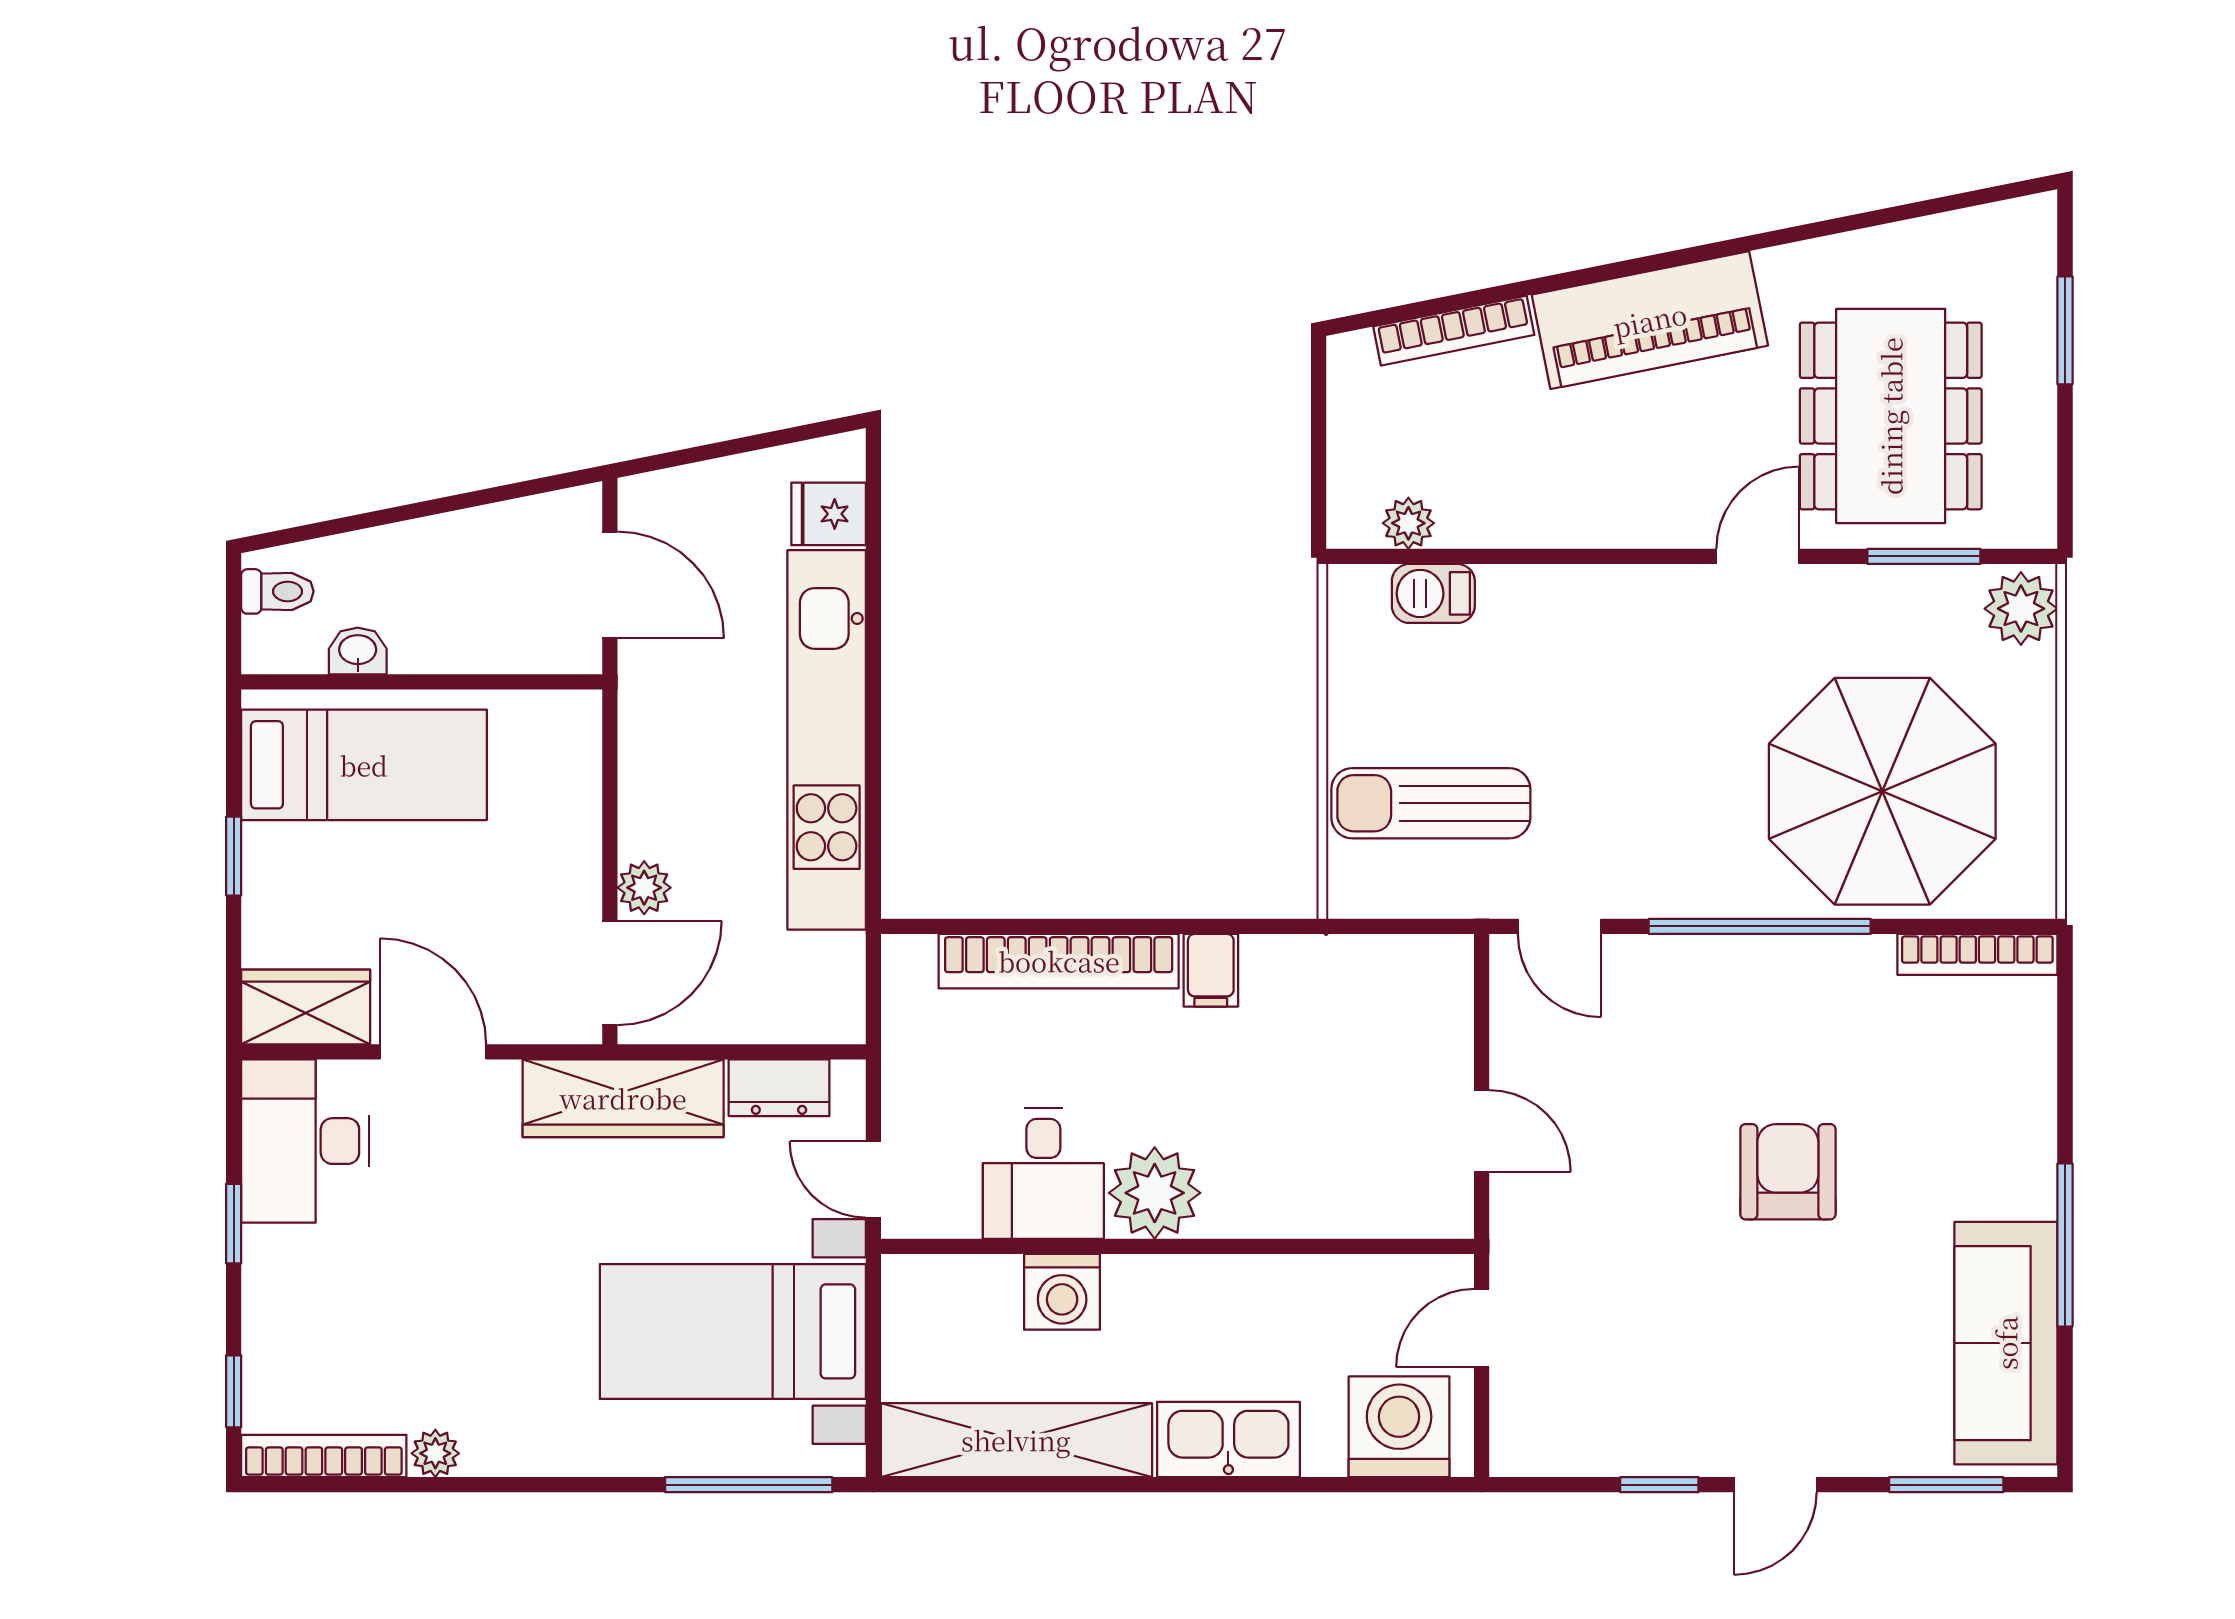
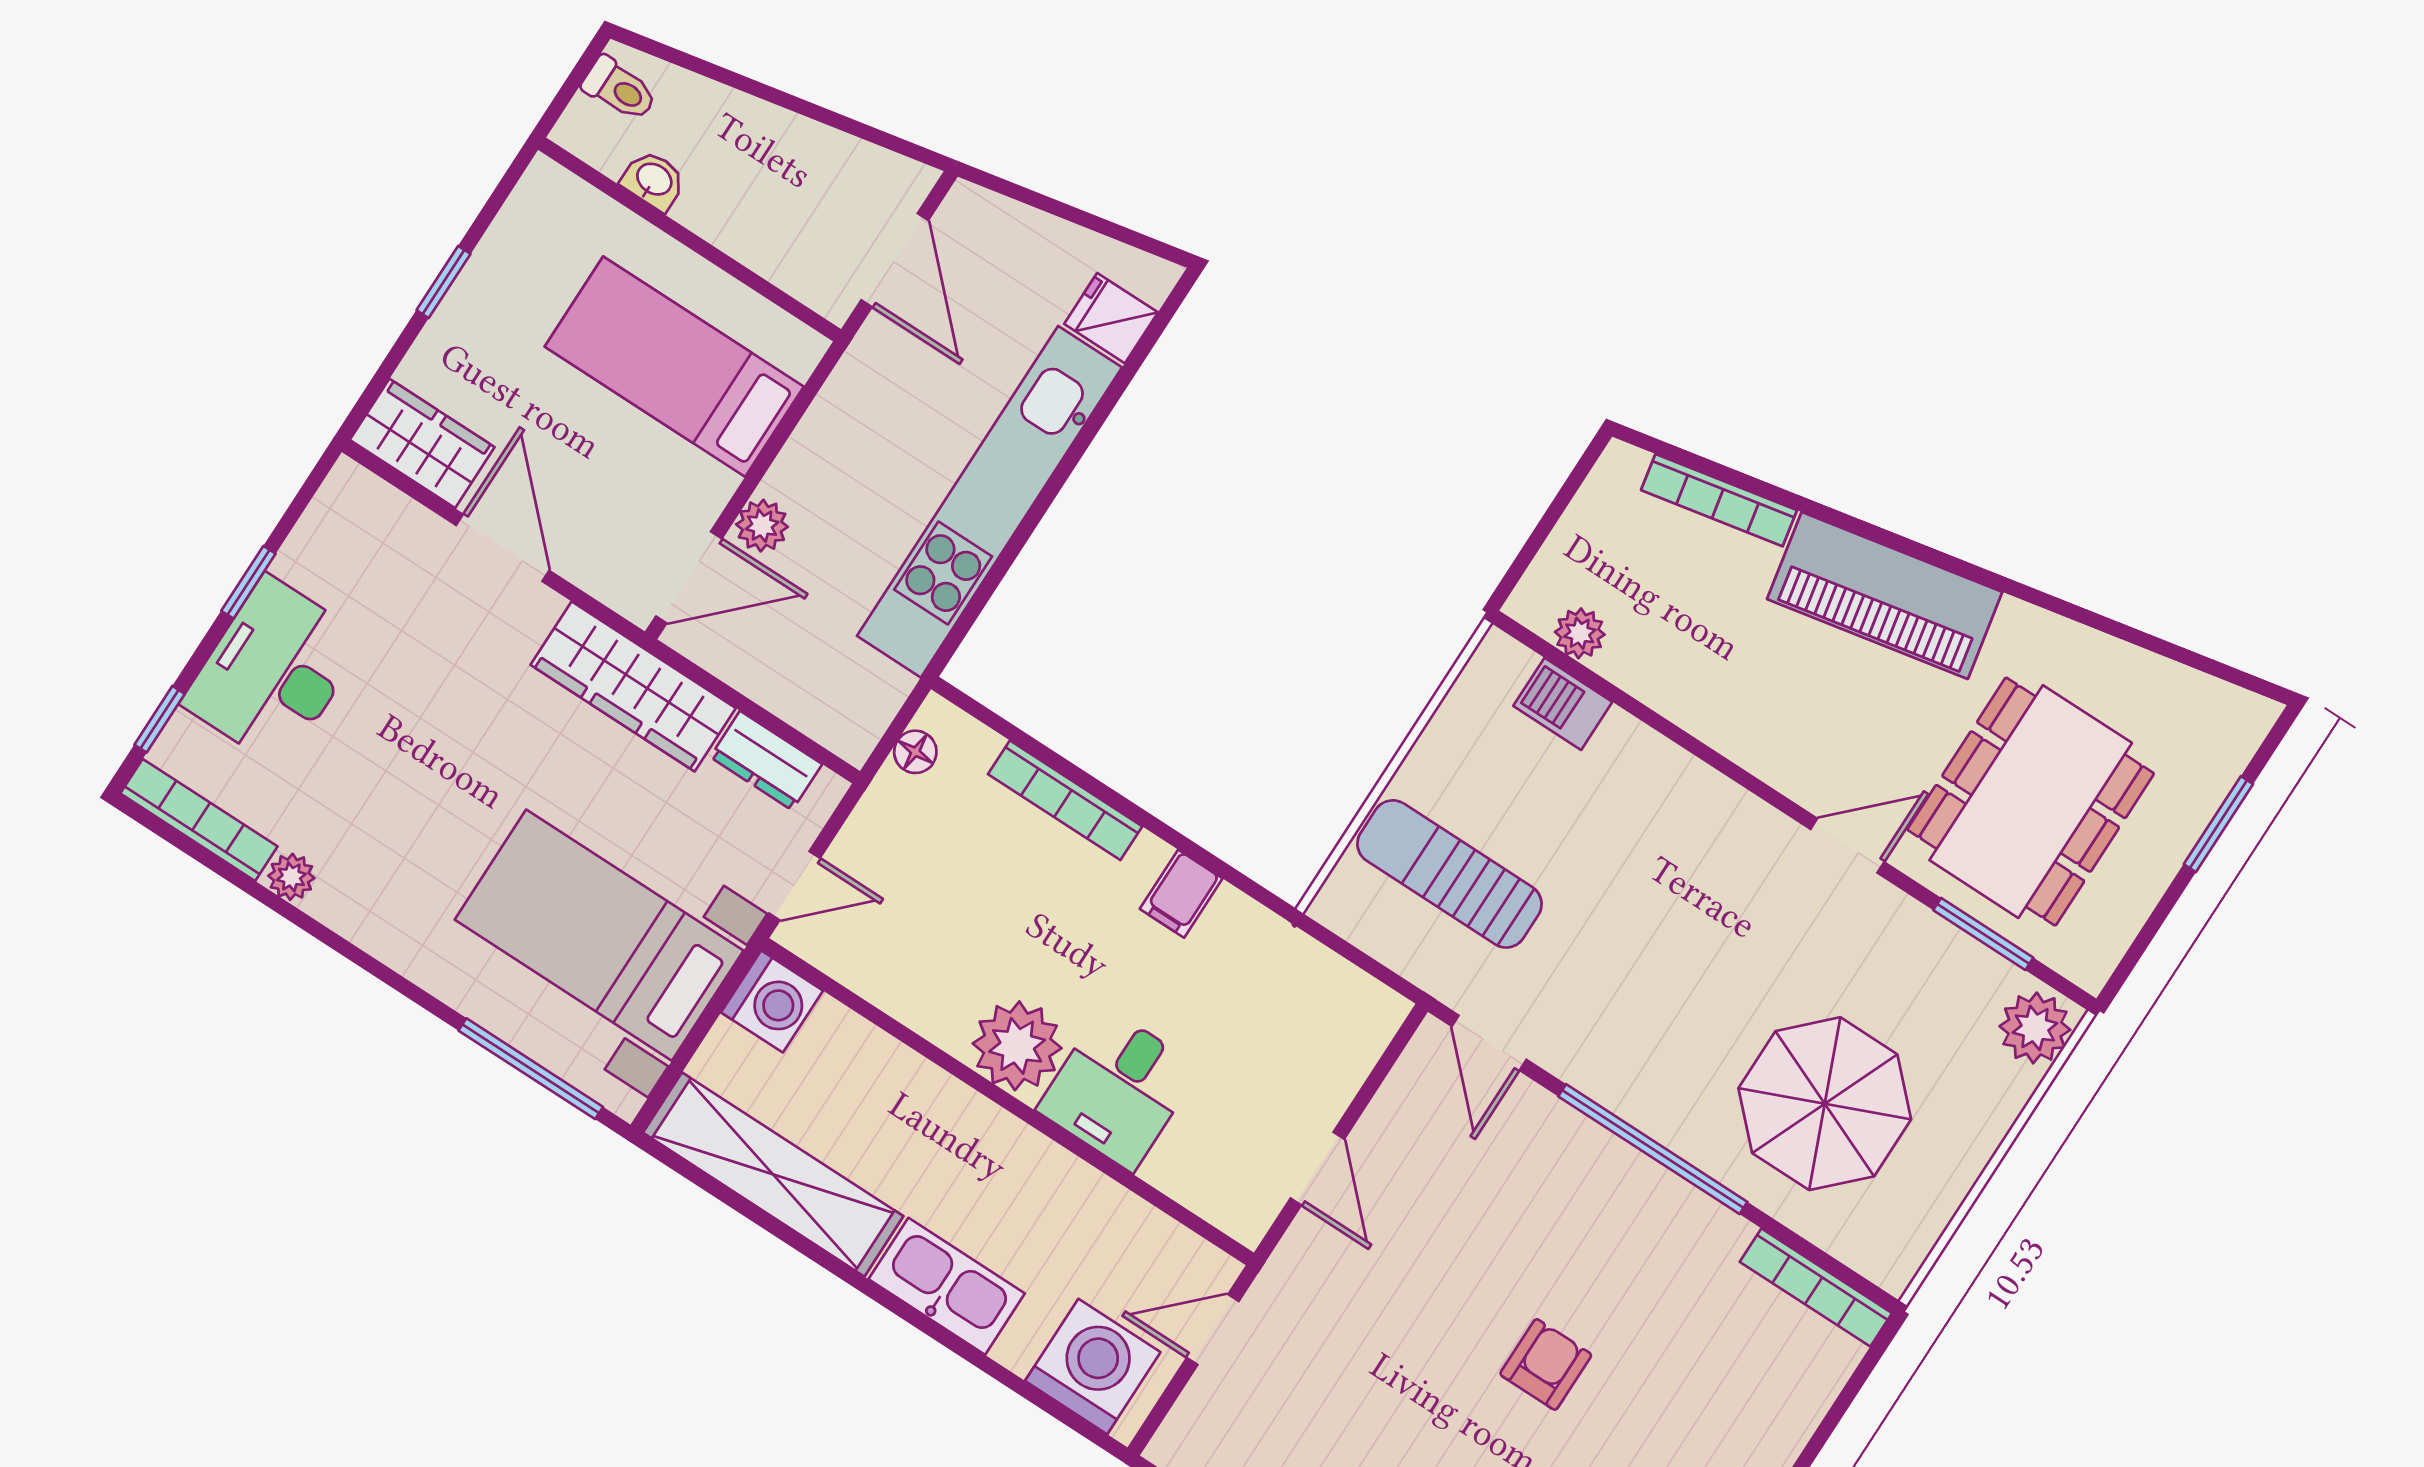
bed: (364, 765) -> (674, 367), moved, turned 180
parasol: (1882, 791) -> (1825, 1104), width x0.73, depth x0.73
bookcase: (1059, 961) -> (1065, 800), width x0.68, depth x0.76
floor lamp: (903, 997) -> (915, 752), added
desk: (305, 1141) -> (274, 671), moved
armchair: (1788, 1172) -> (1546, 1364), width x0.72, depth x0.72
desk: (1043, 1174) -> (1118, 1089), moved
door: (873, 1180) -> (794, 886), swing flipped
washing machine: (1062, 1292) -> (772, 1001), moved, turned -90

